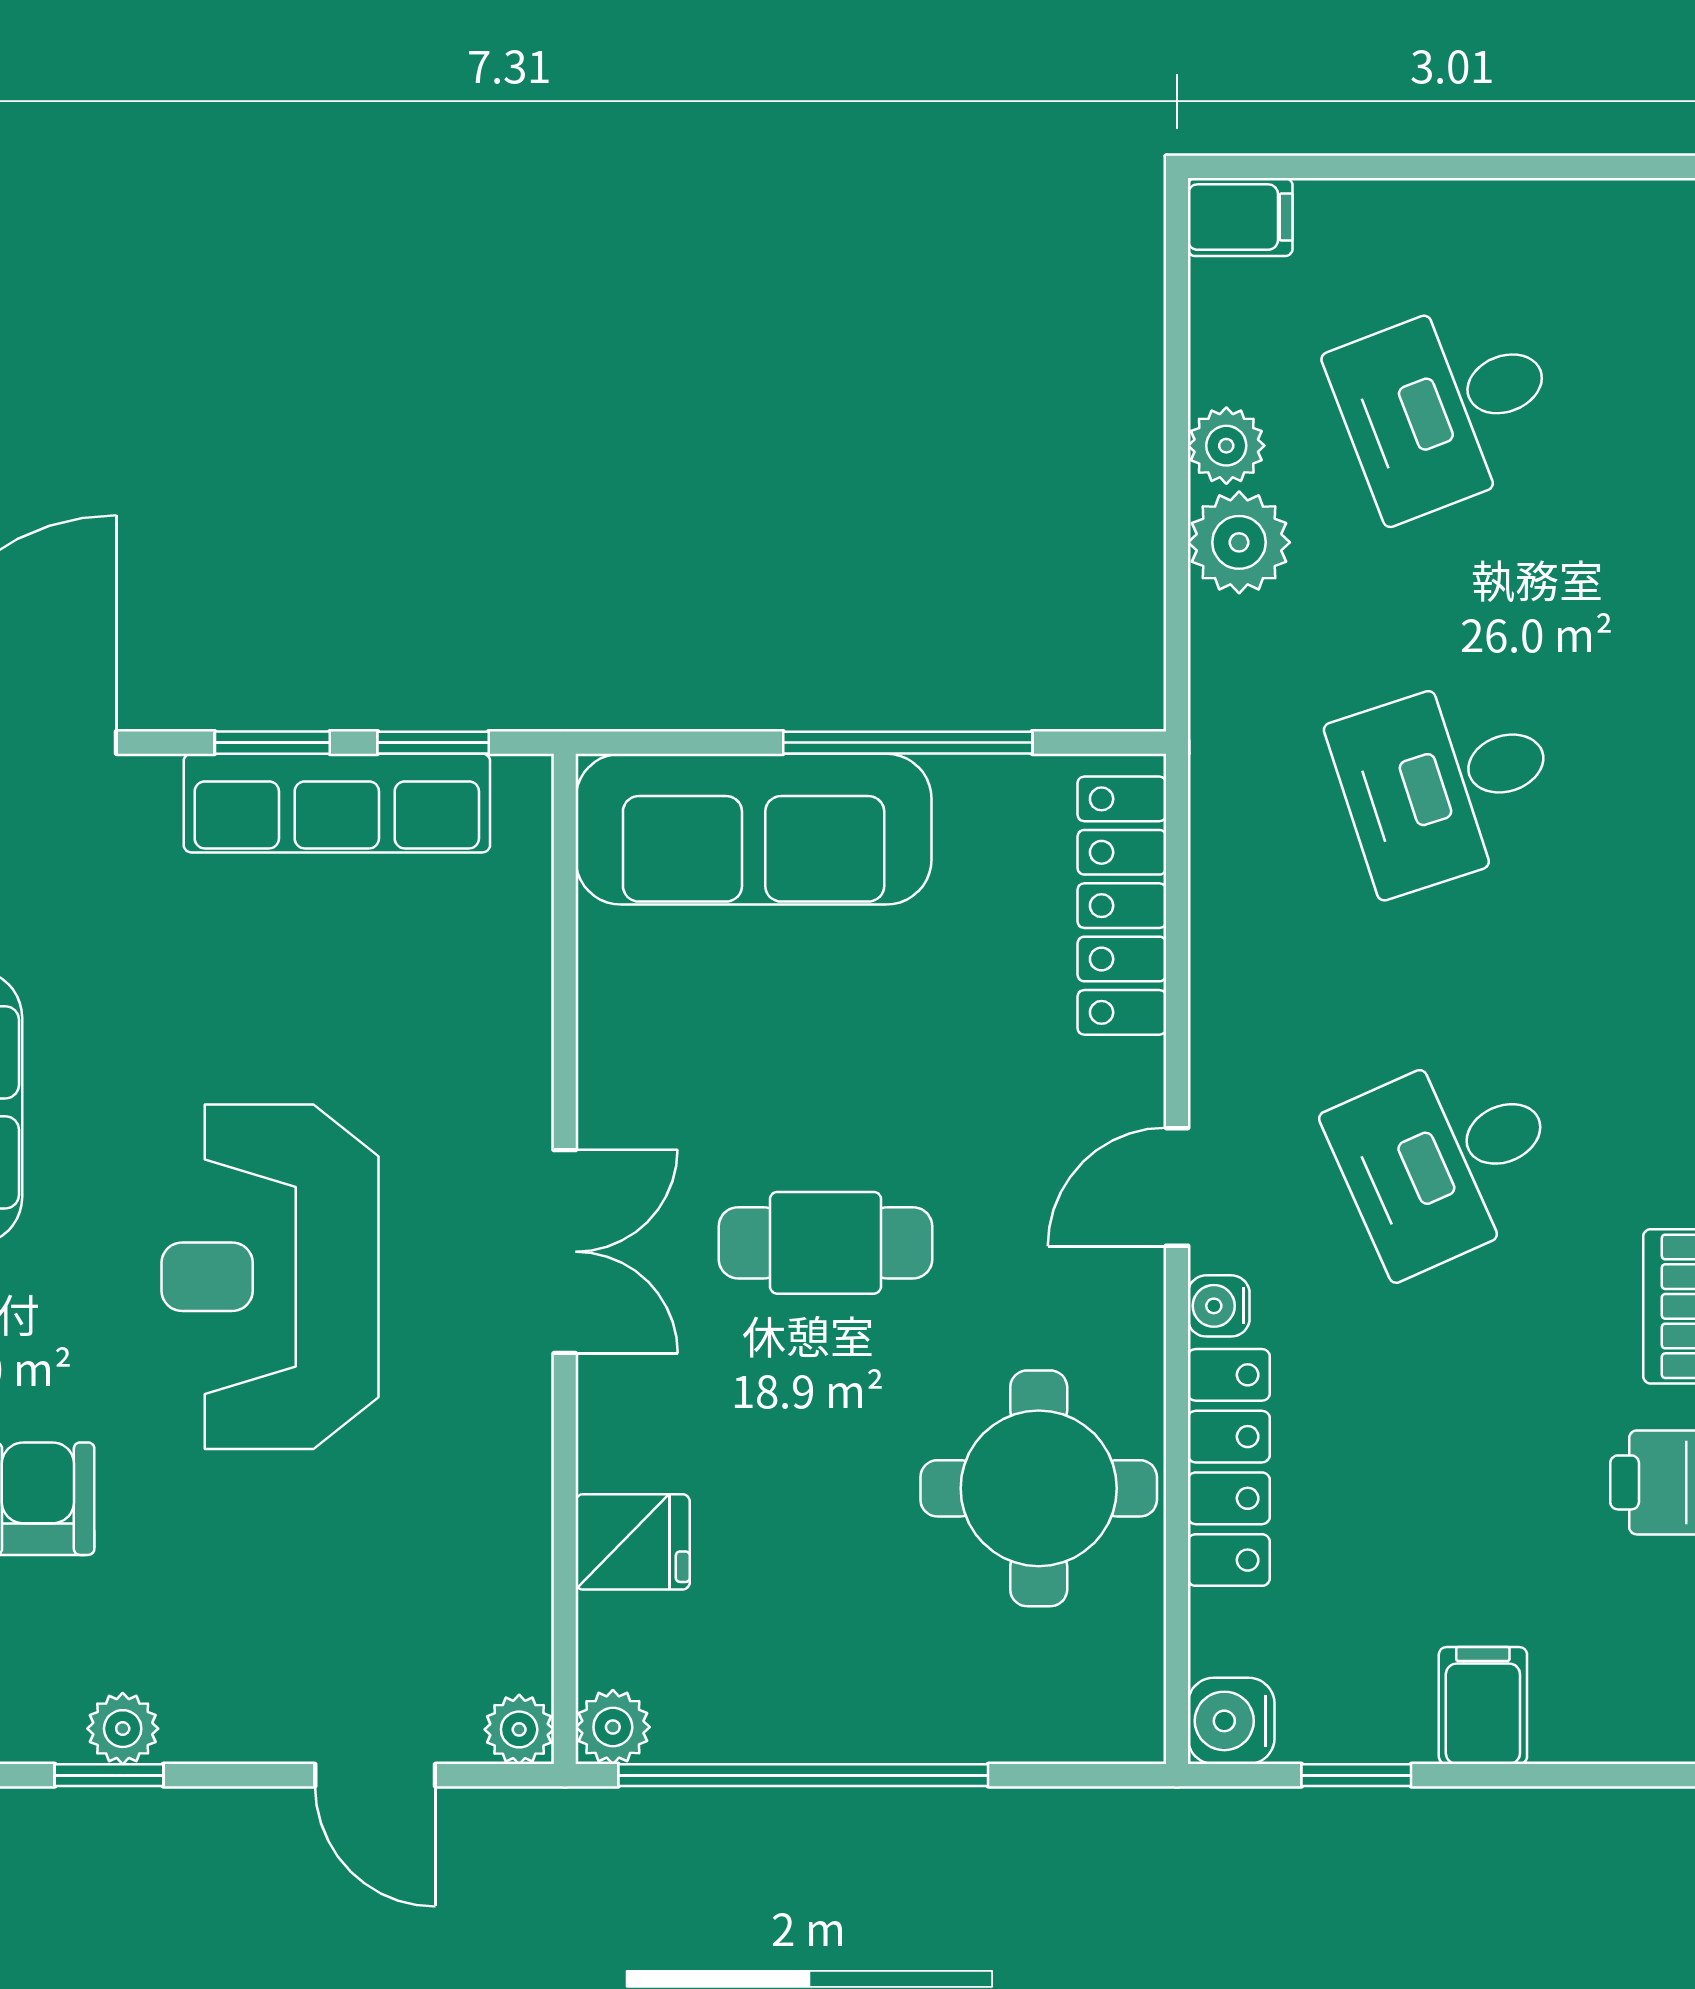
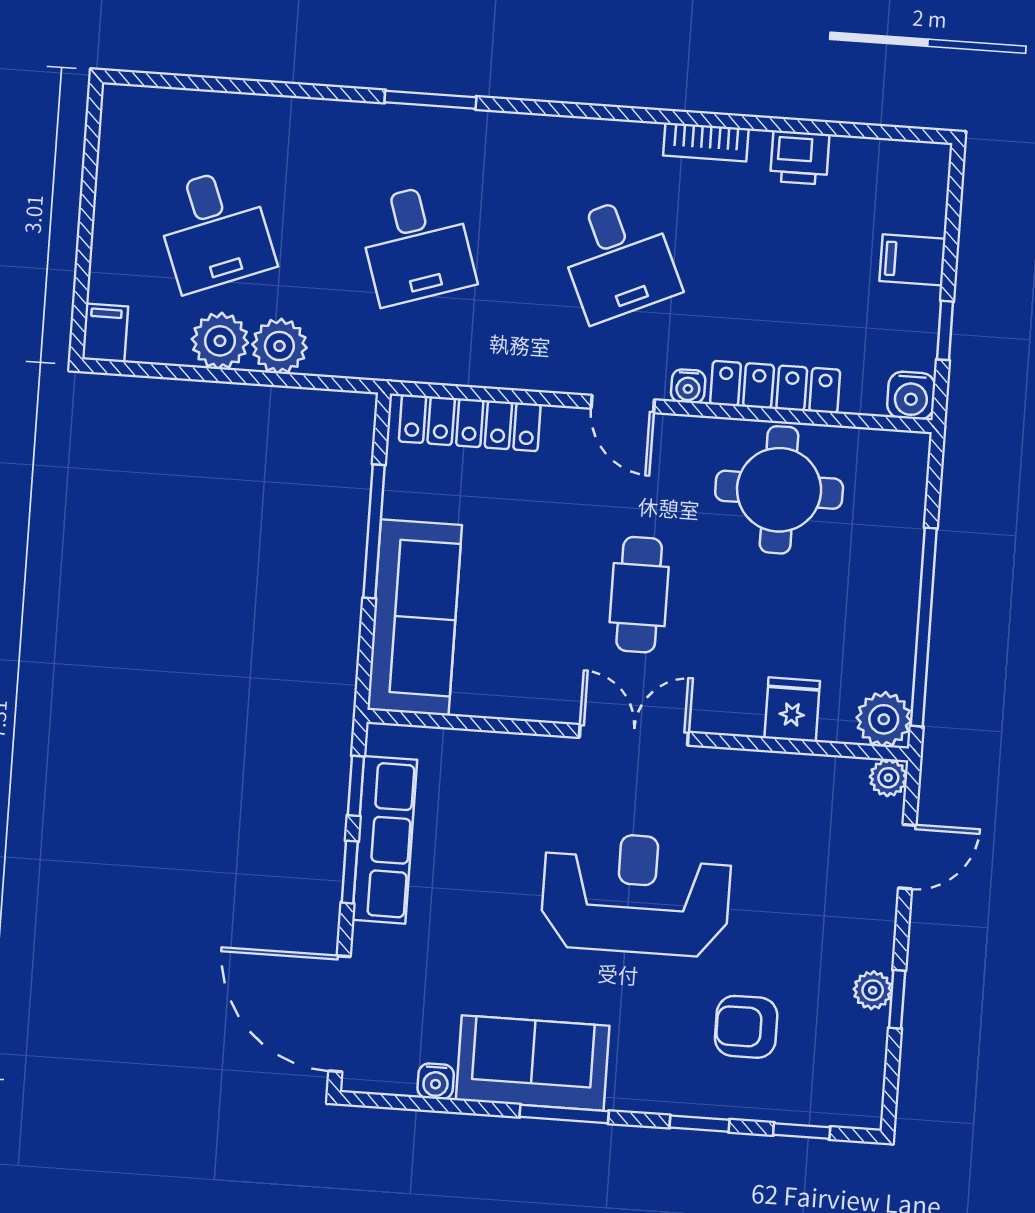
plant: (1226, 446) -> (220, 341), width x1.38, depth x1.38
reception desk: (270, 1277) -> (636, 894), turned 180
plant: (613, 1727) -> (884, 719), width x1.38, depth x1.38

